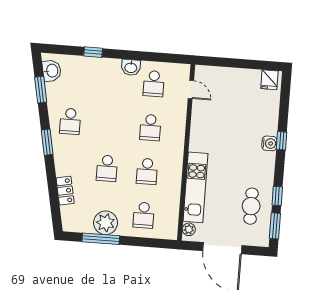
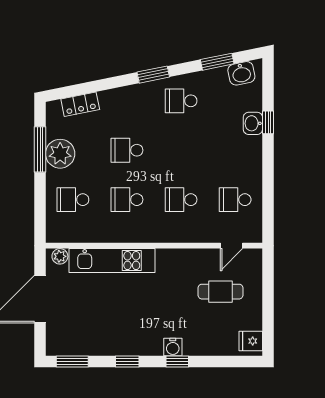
washbasin: (131, 67) -> (253, 123), moved
locker: (65, 191) -> (80, 104), moved
window: (277, 196) -> (127, 362), moved
cafe table: (251, 206) -> (220, 292), moved

